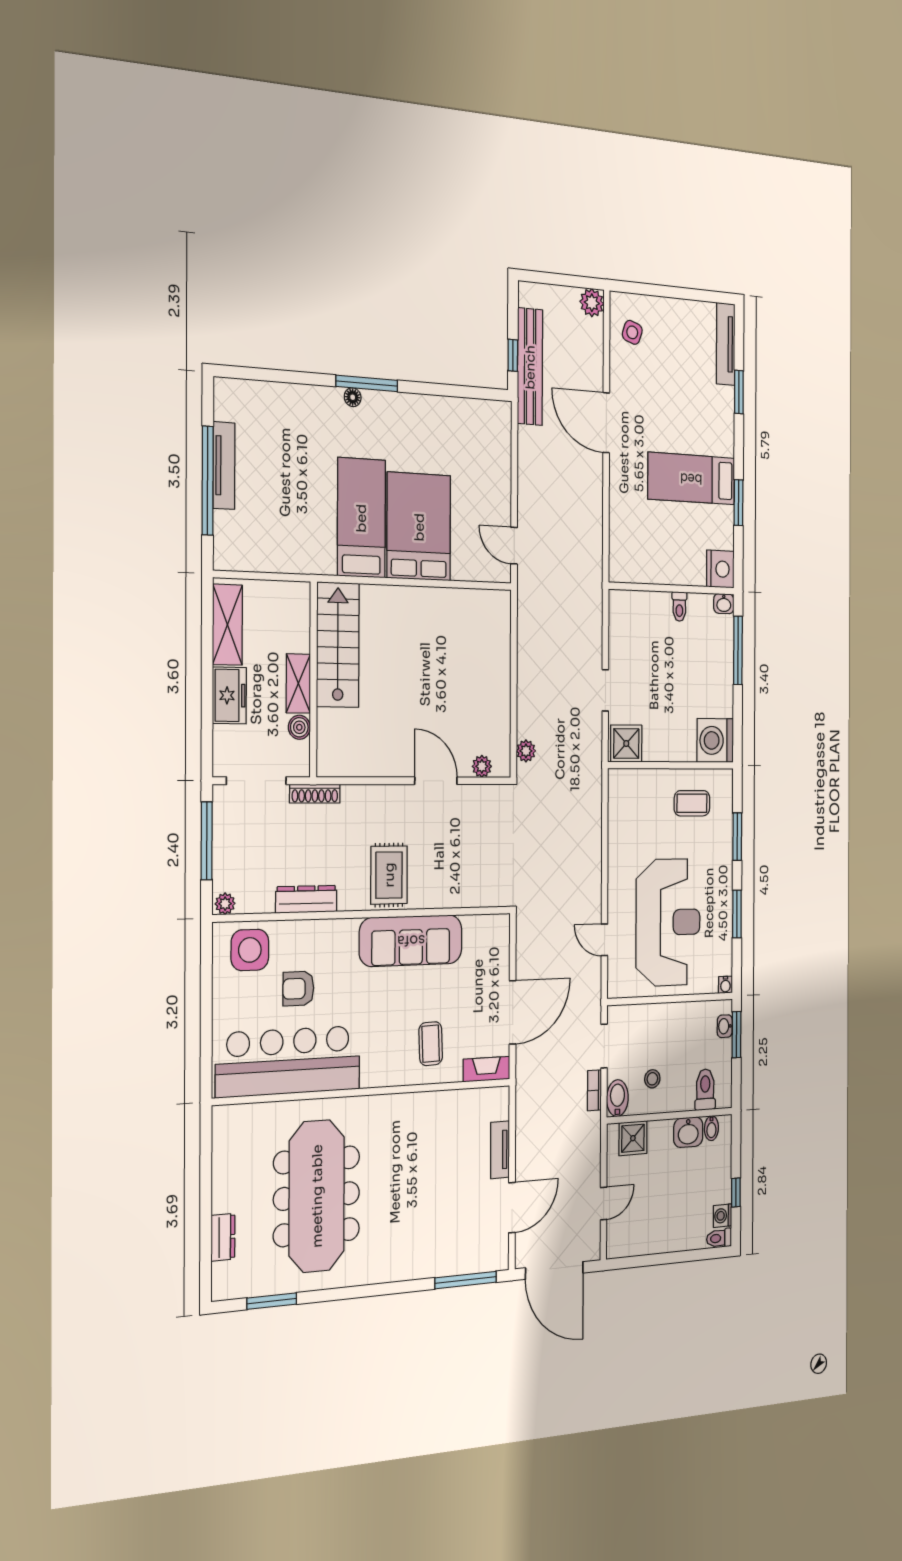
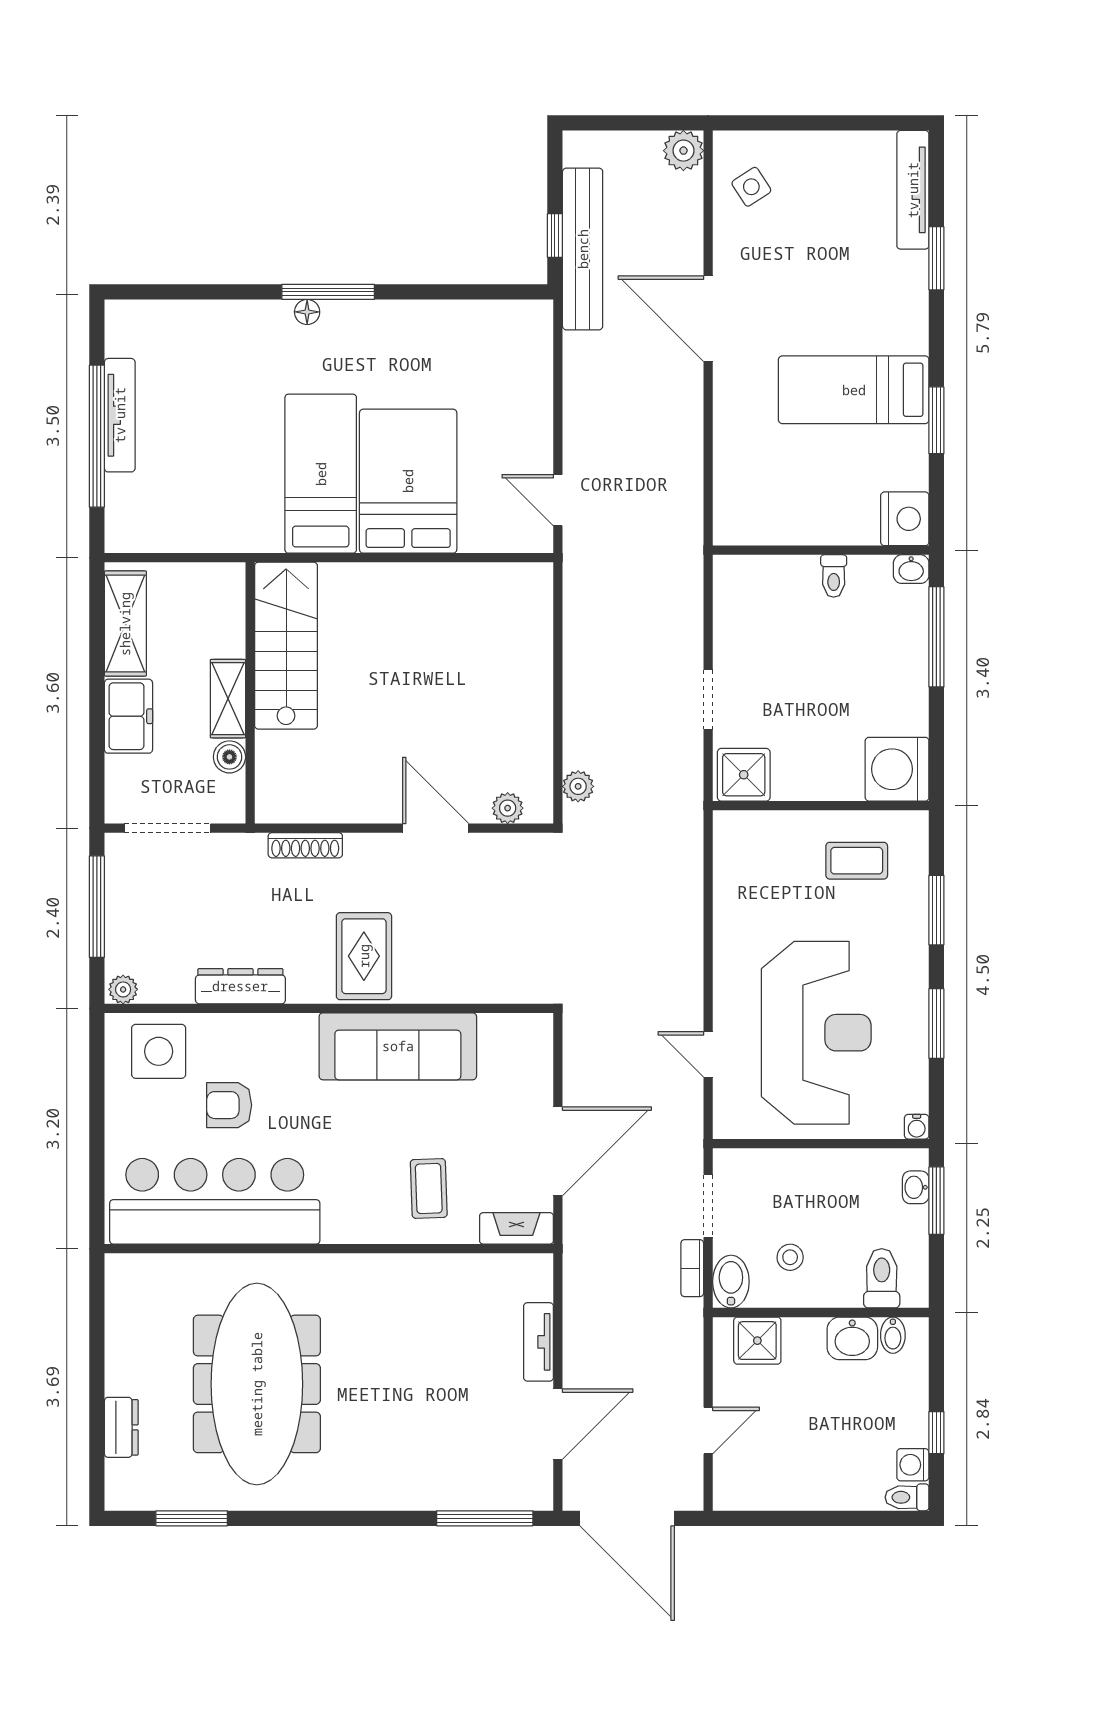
side table: (632, 332) -> (751, 187), turned 38
shoe rack: (315, 794) -> (305, 845), moved

